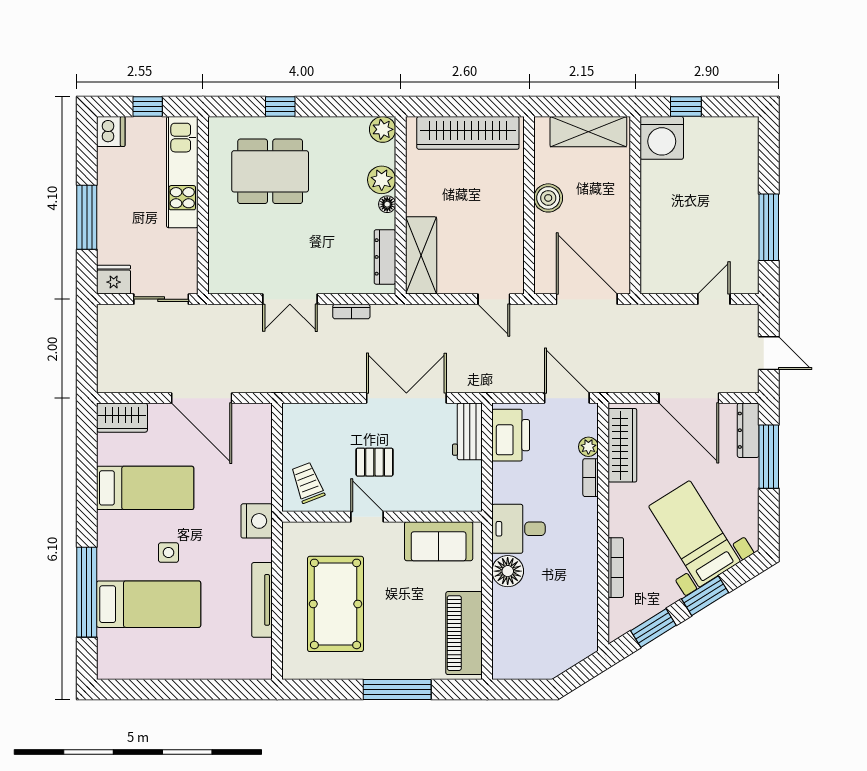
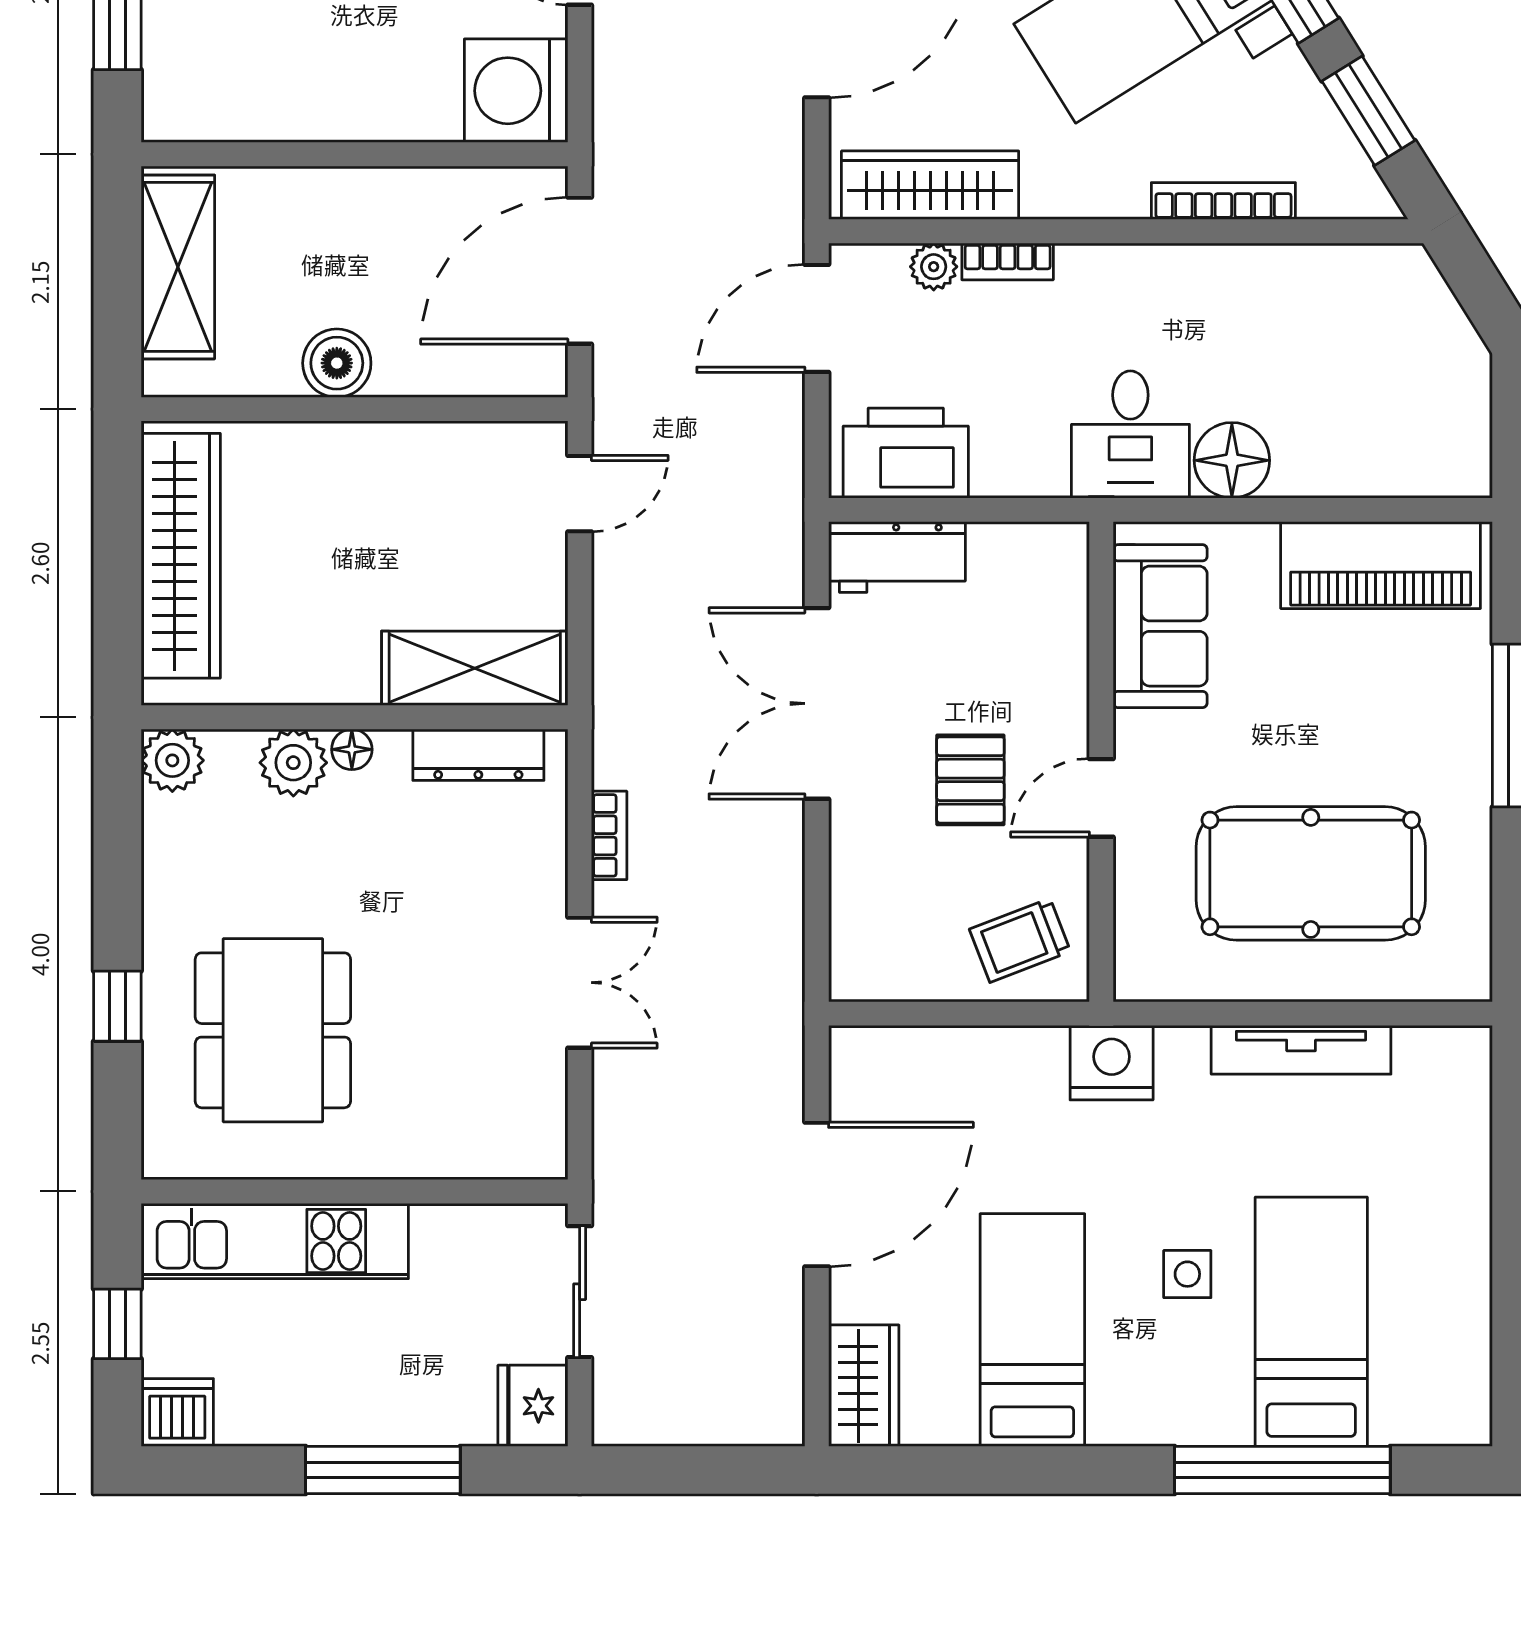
washing machine: (662, 138) -> (516, 91), moved, turned 180

